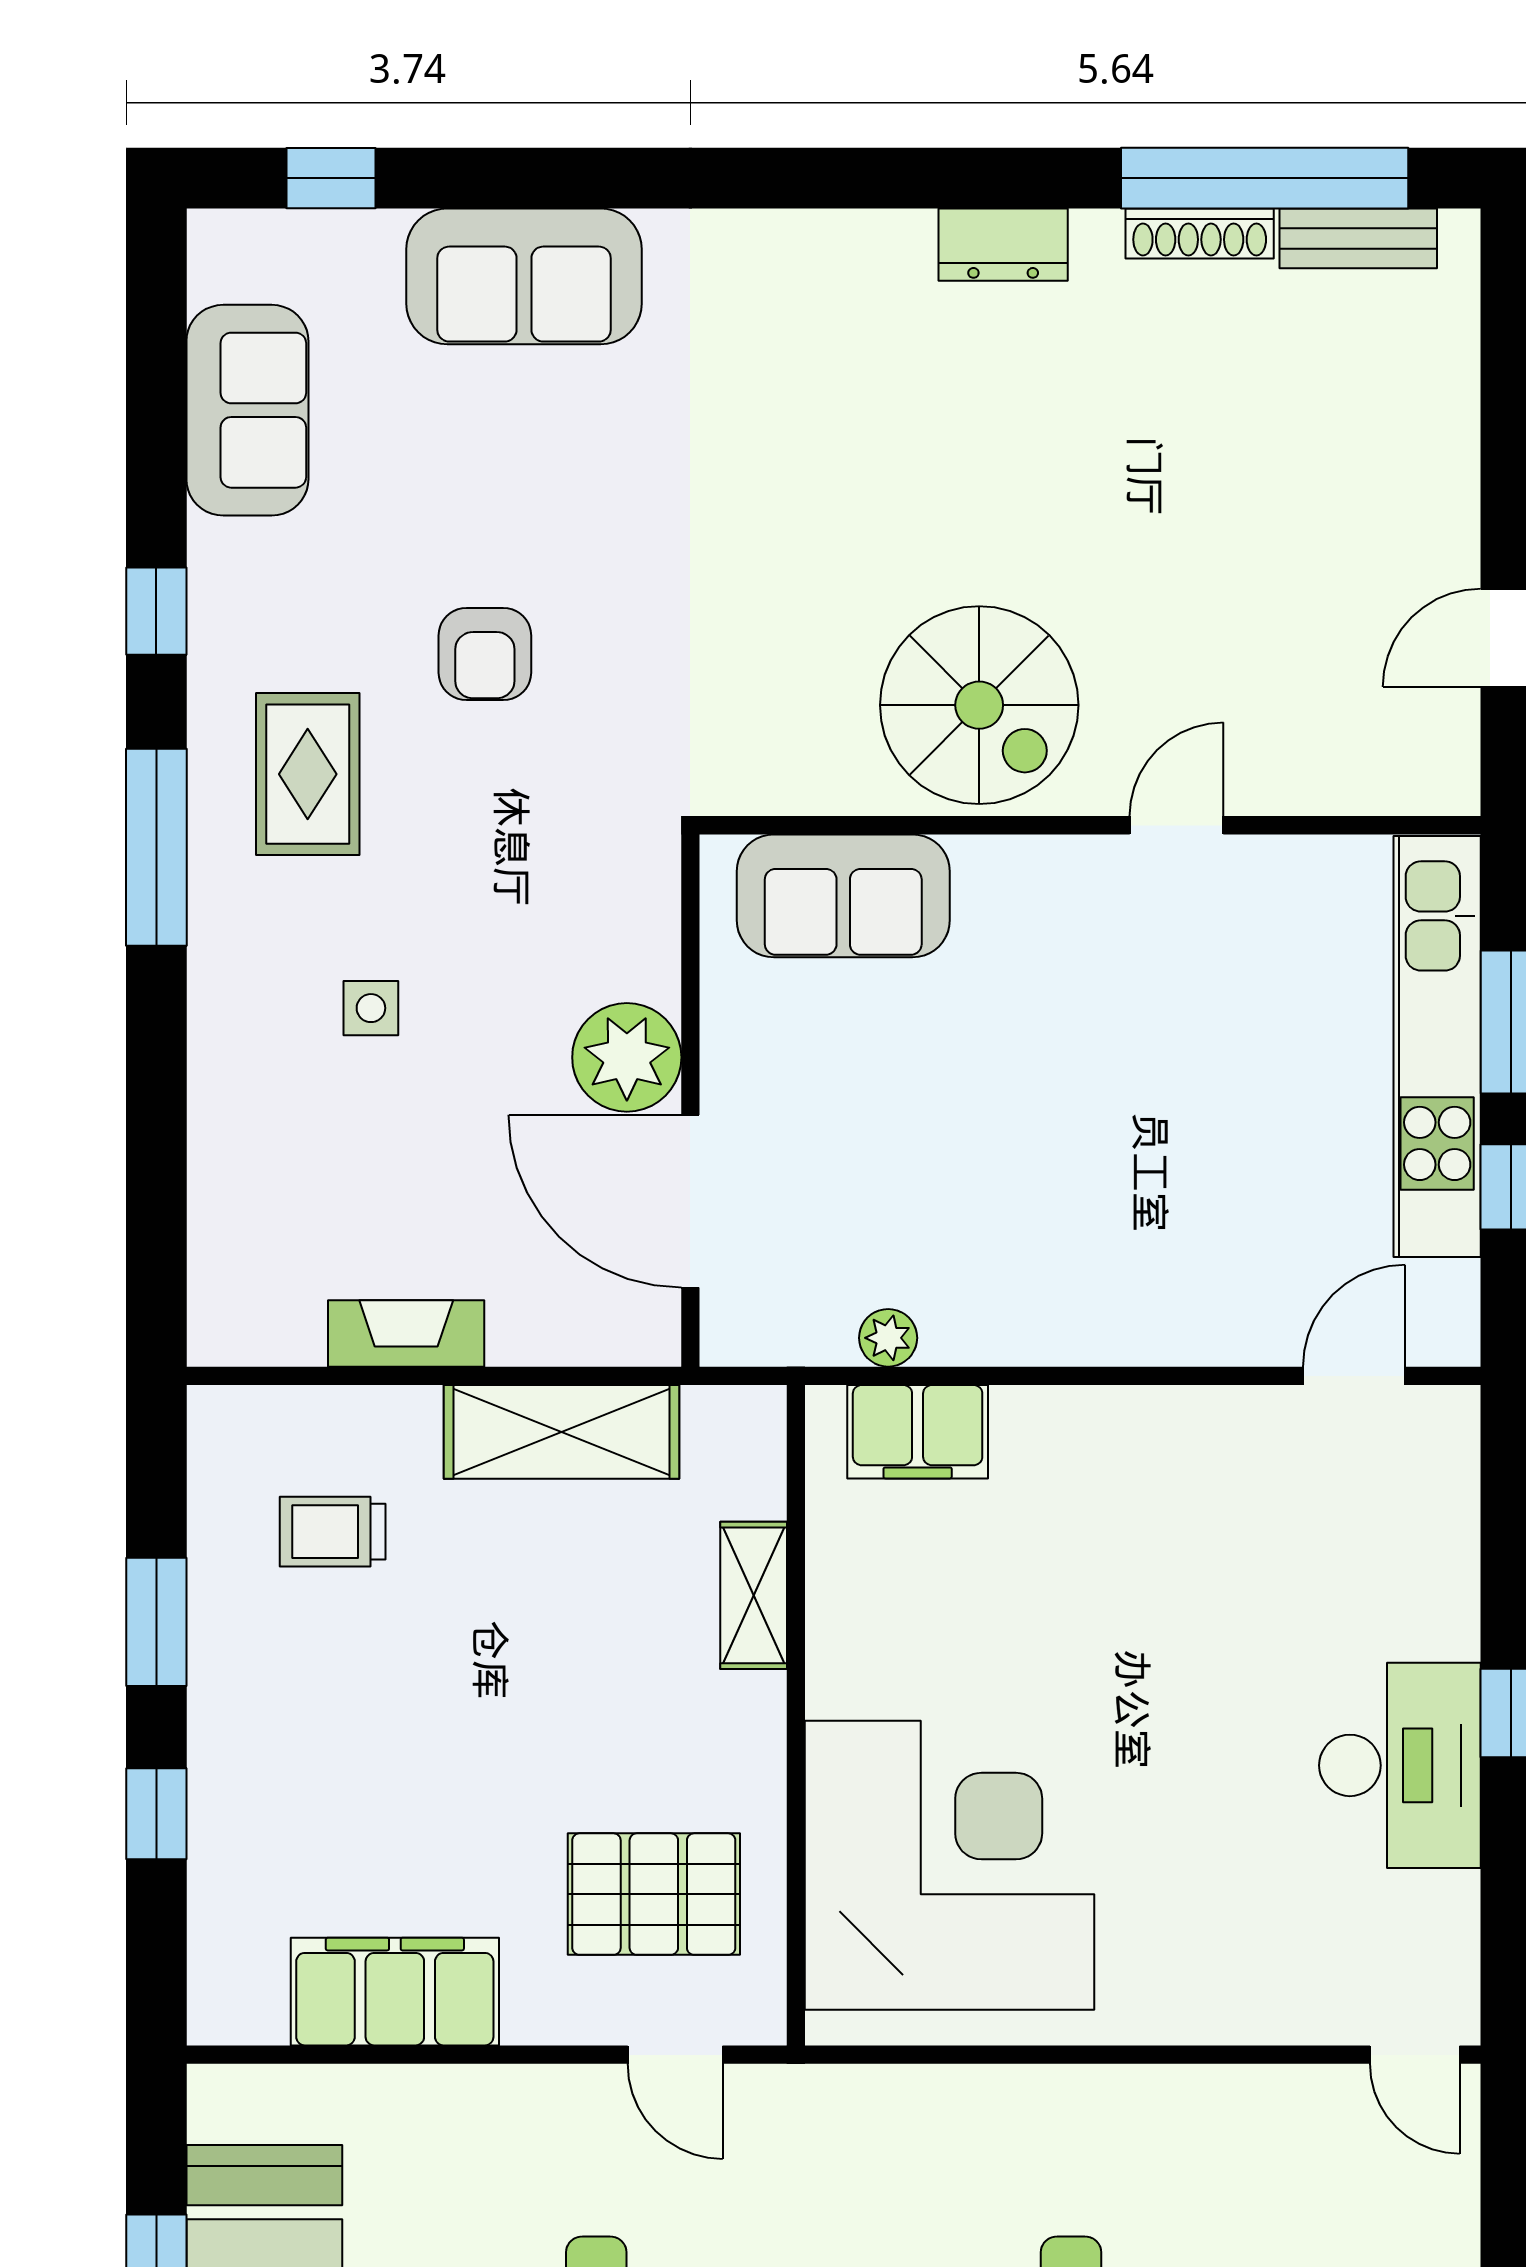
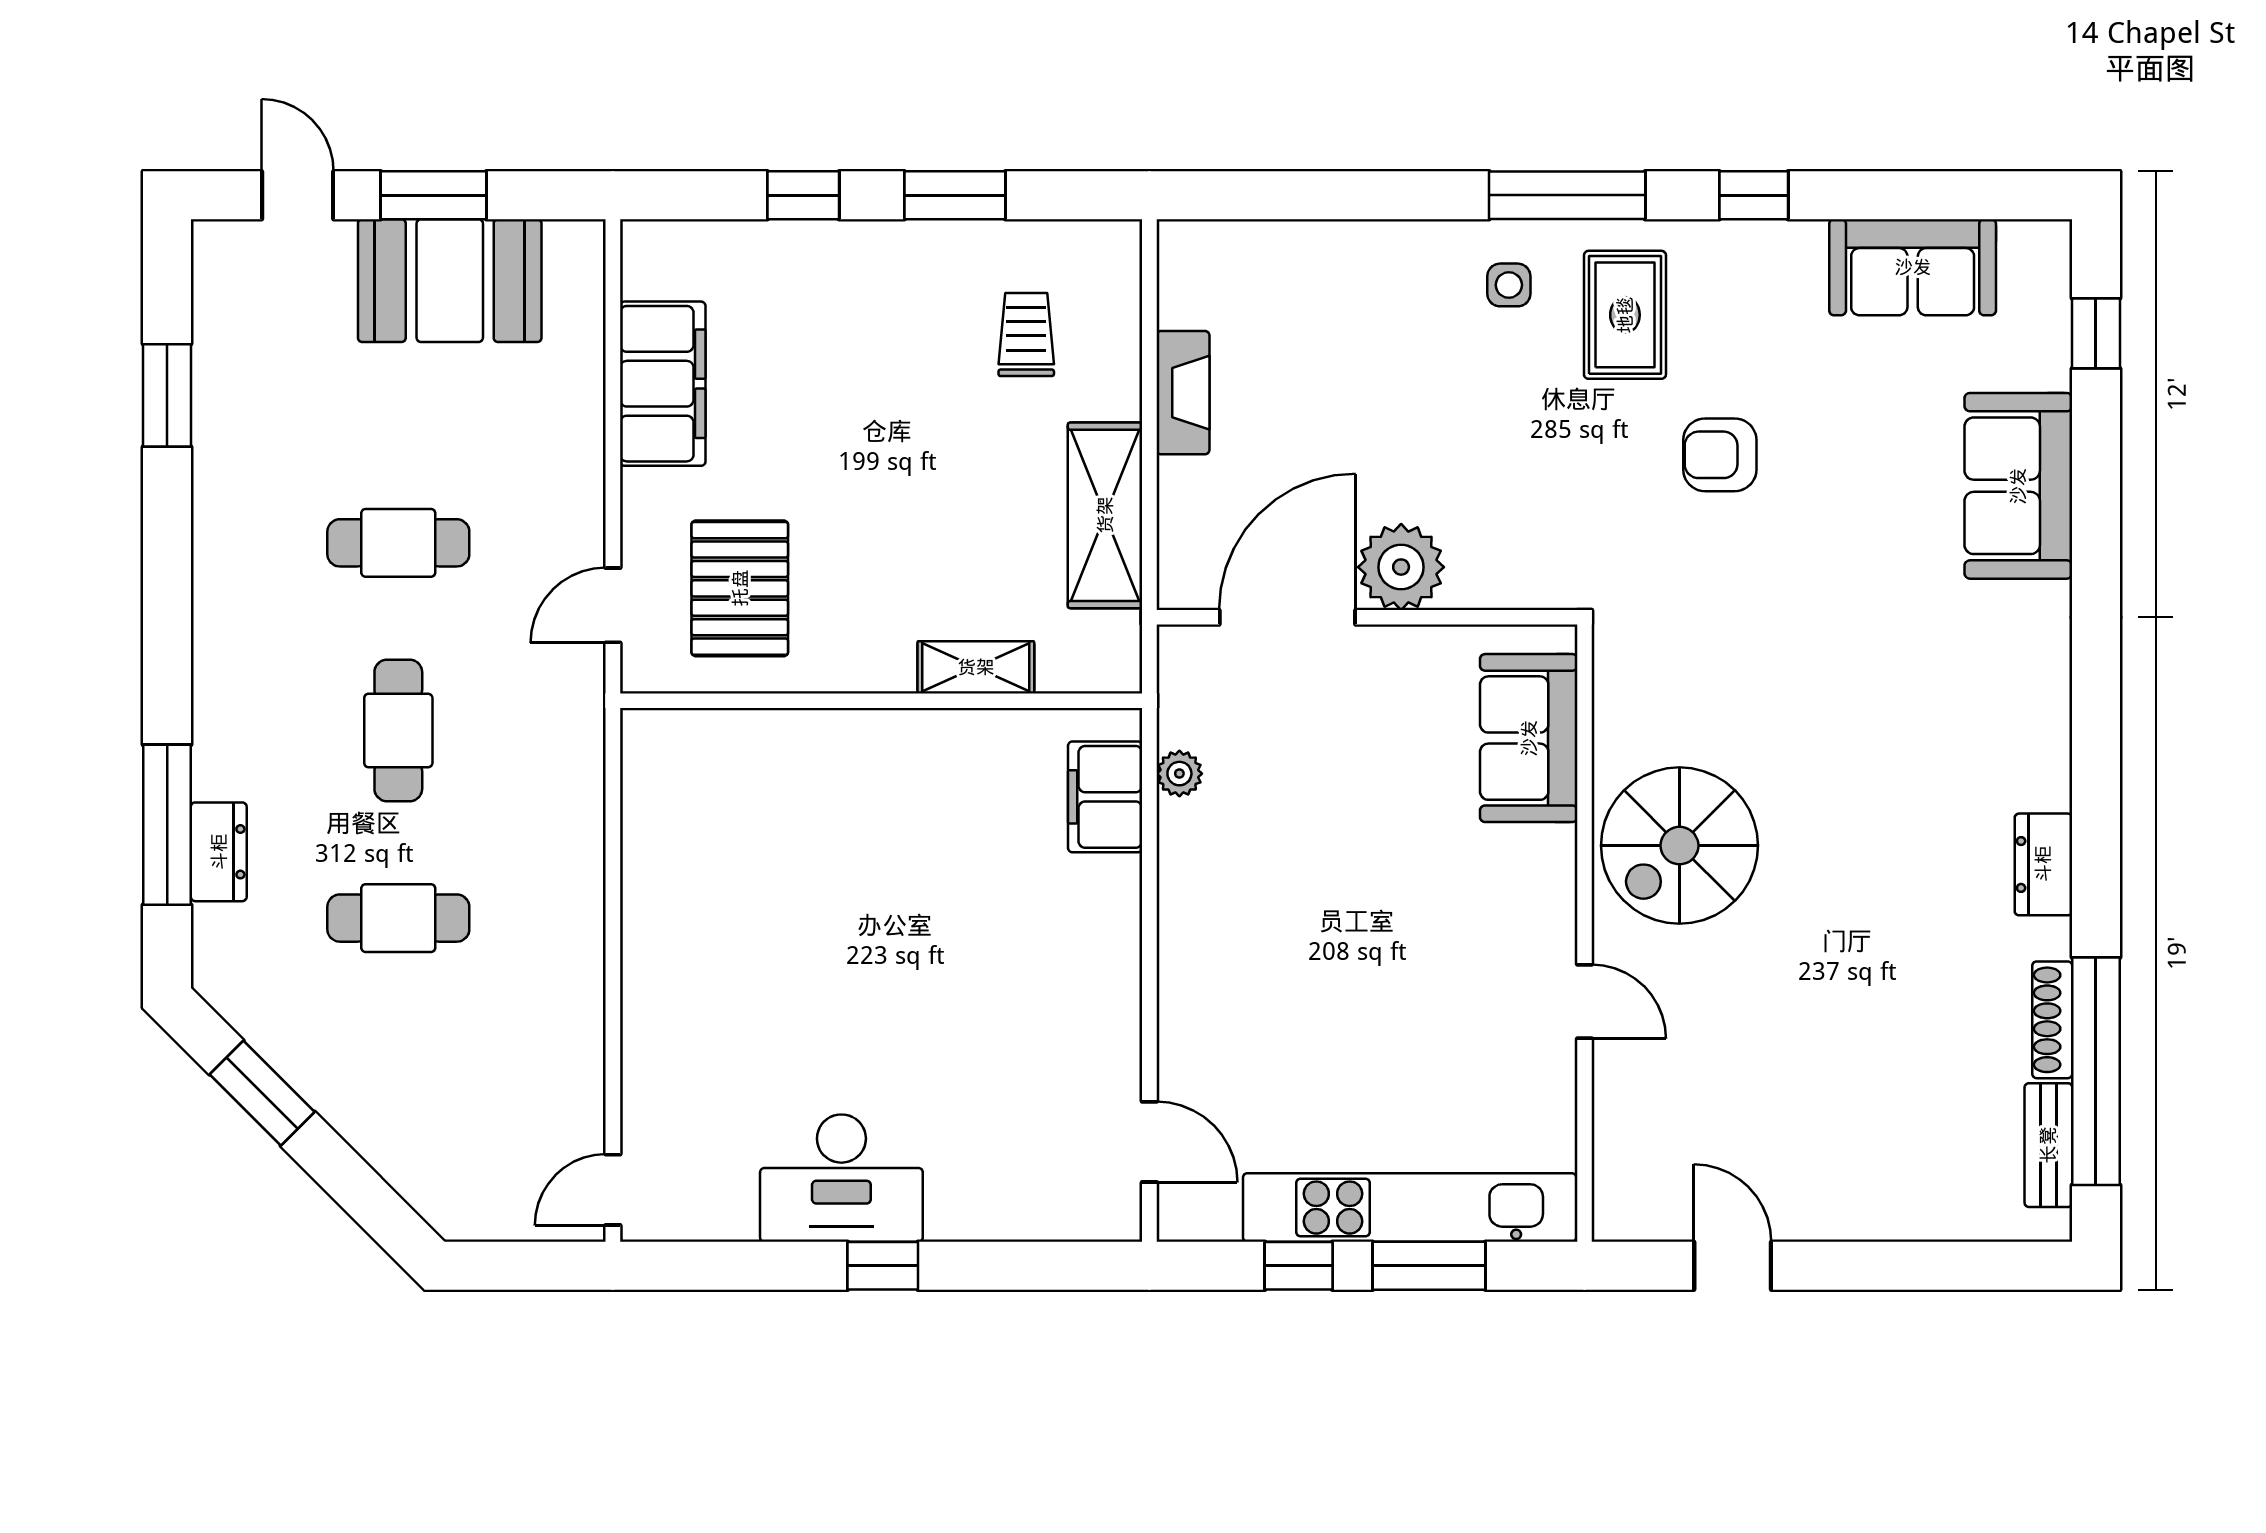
rug: (308, 774) -> (1625, 315), turned 90
side table: (371, 1008) -> (1509, 285), moved
corner desk: (950, 1865) -> (763, 822), removed

